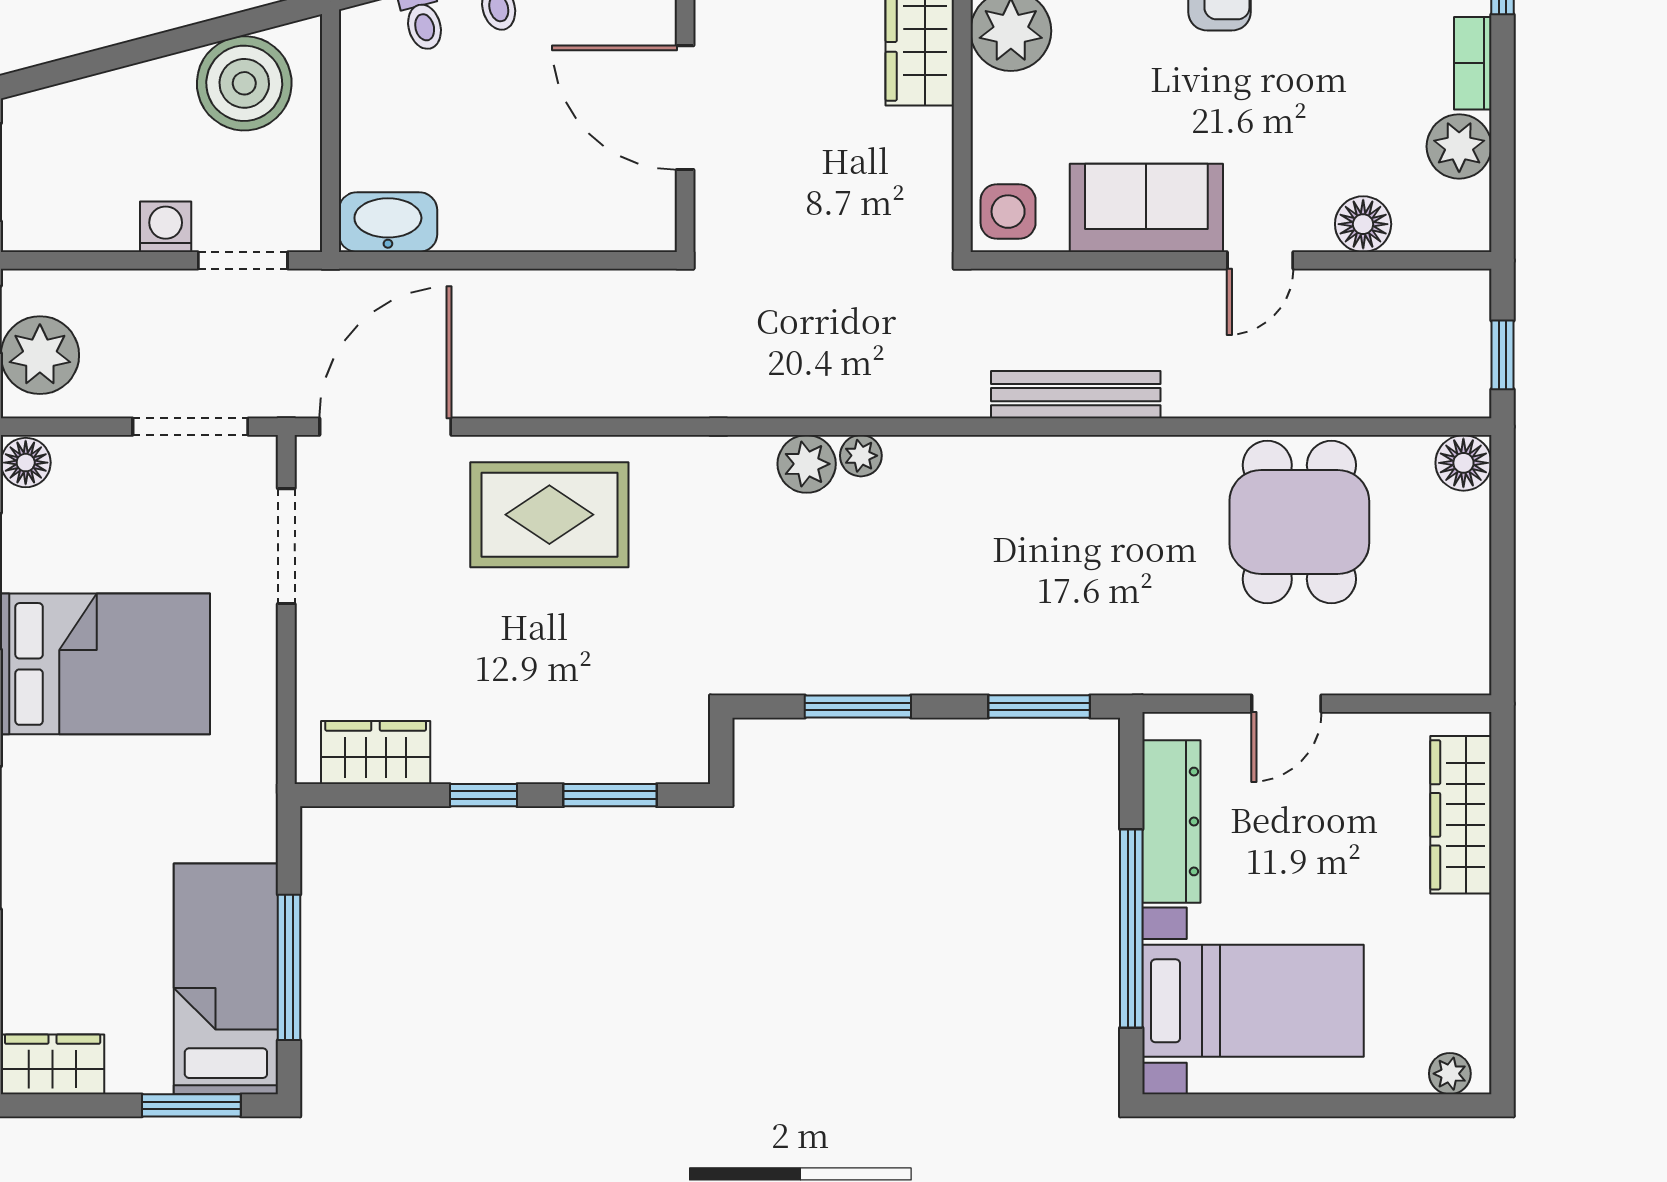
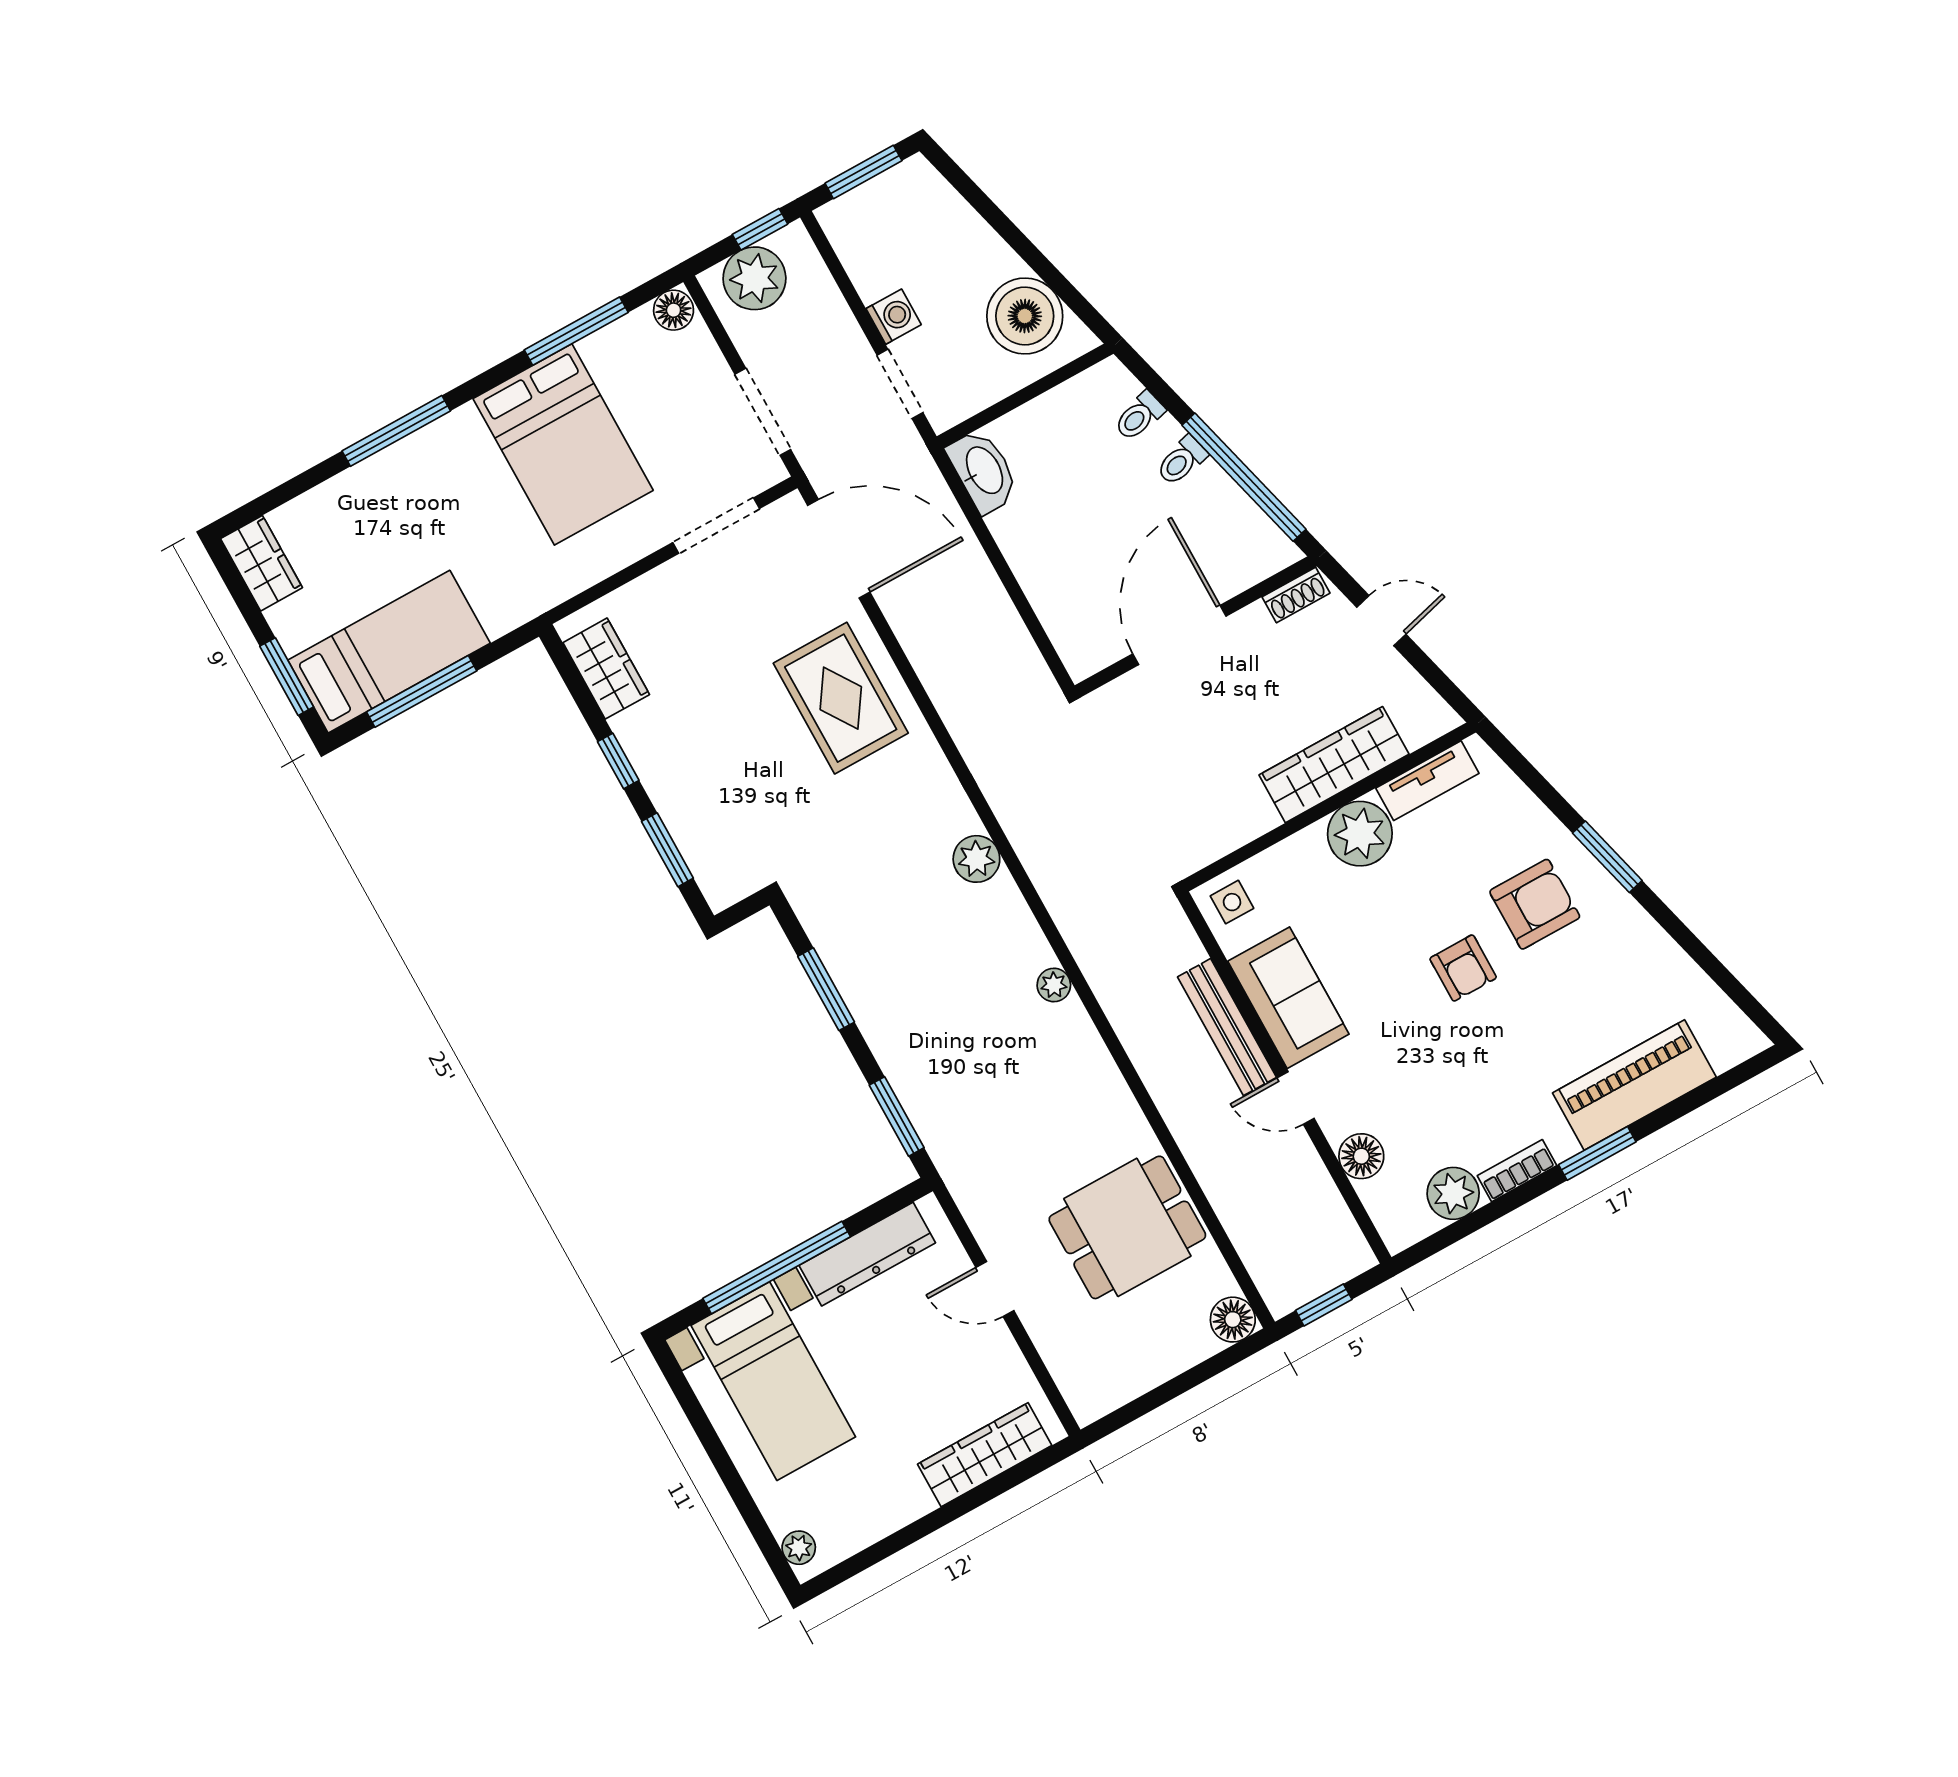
side table: (1008, 212) -> (1232, 902), width x0.73, depth x0.73
bench: (1076, 395) -> (1227, 1027), moved
plant: (861, 456) -> (1054, 985), moved

